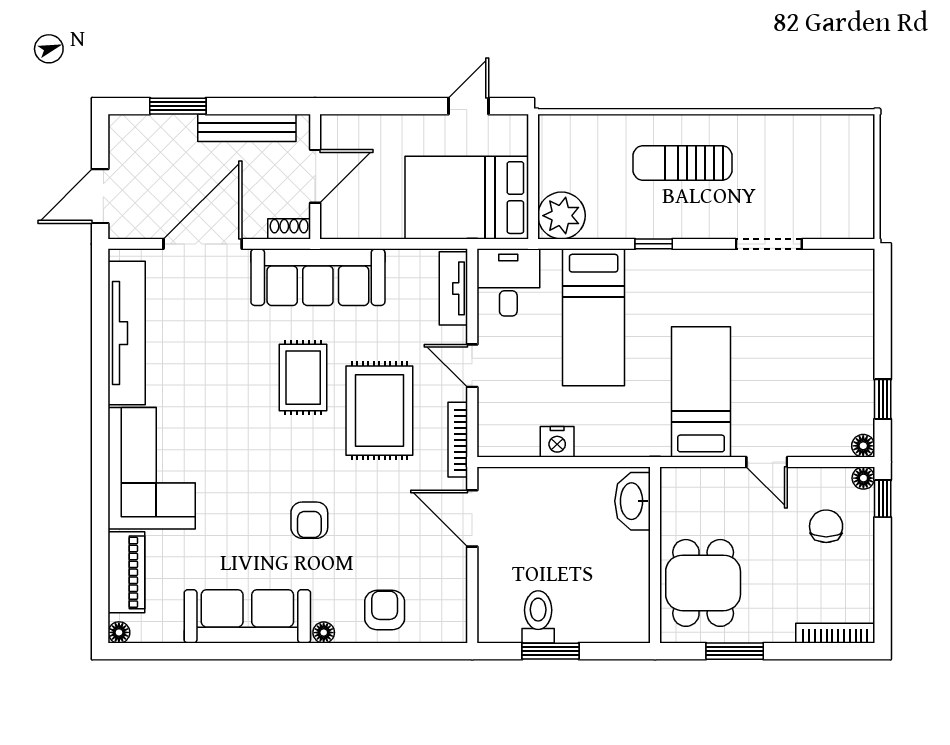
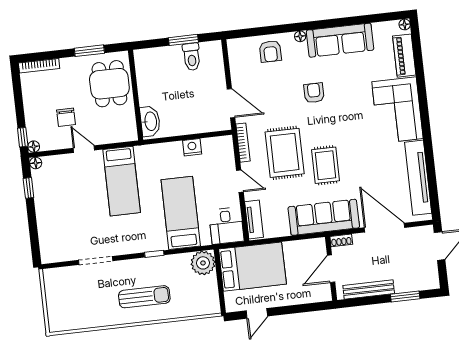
door: (203, 244) -> (384, 228), swing flipped
chair: (826, 526) -> (66, 117), moved

